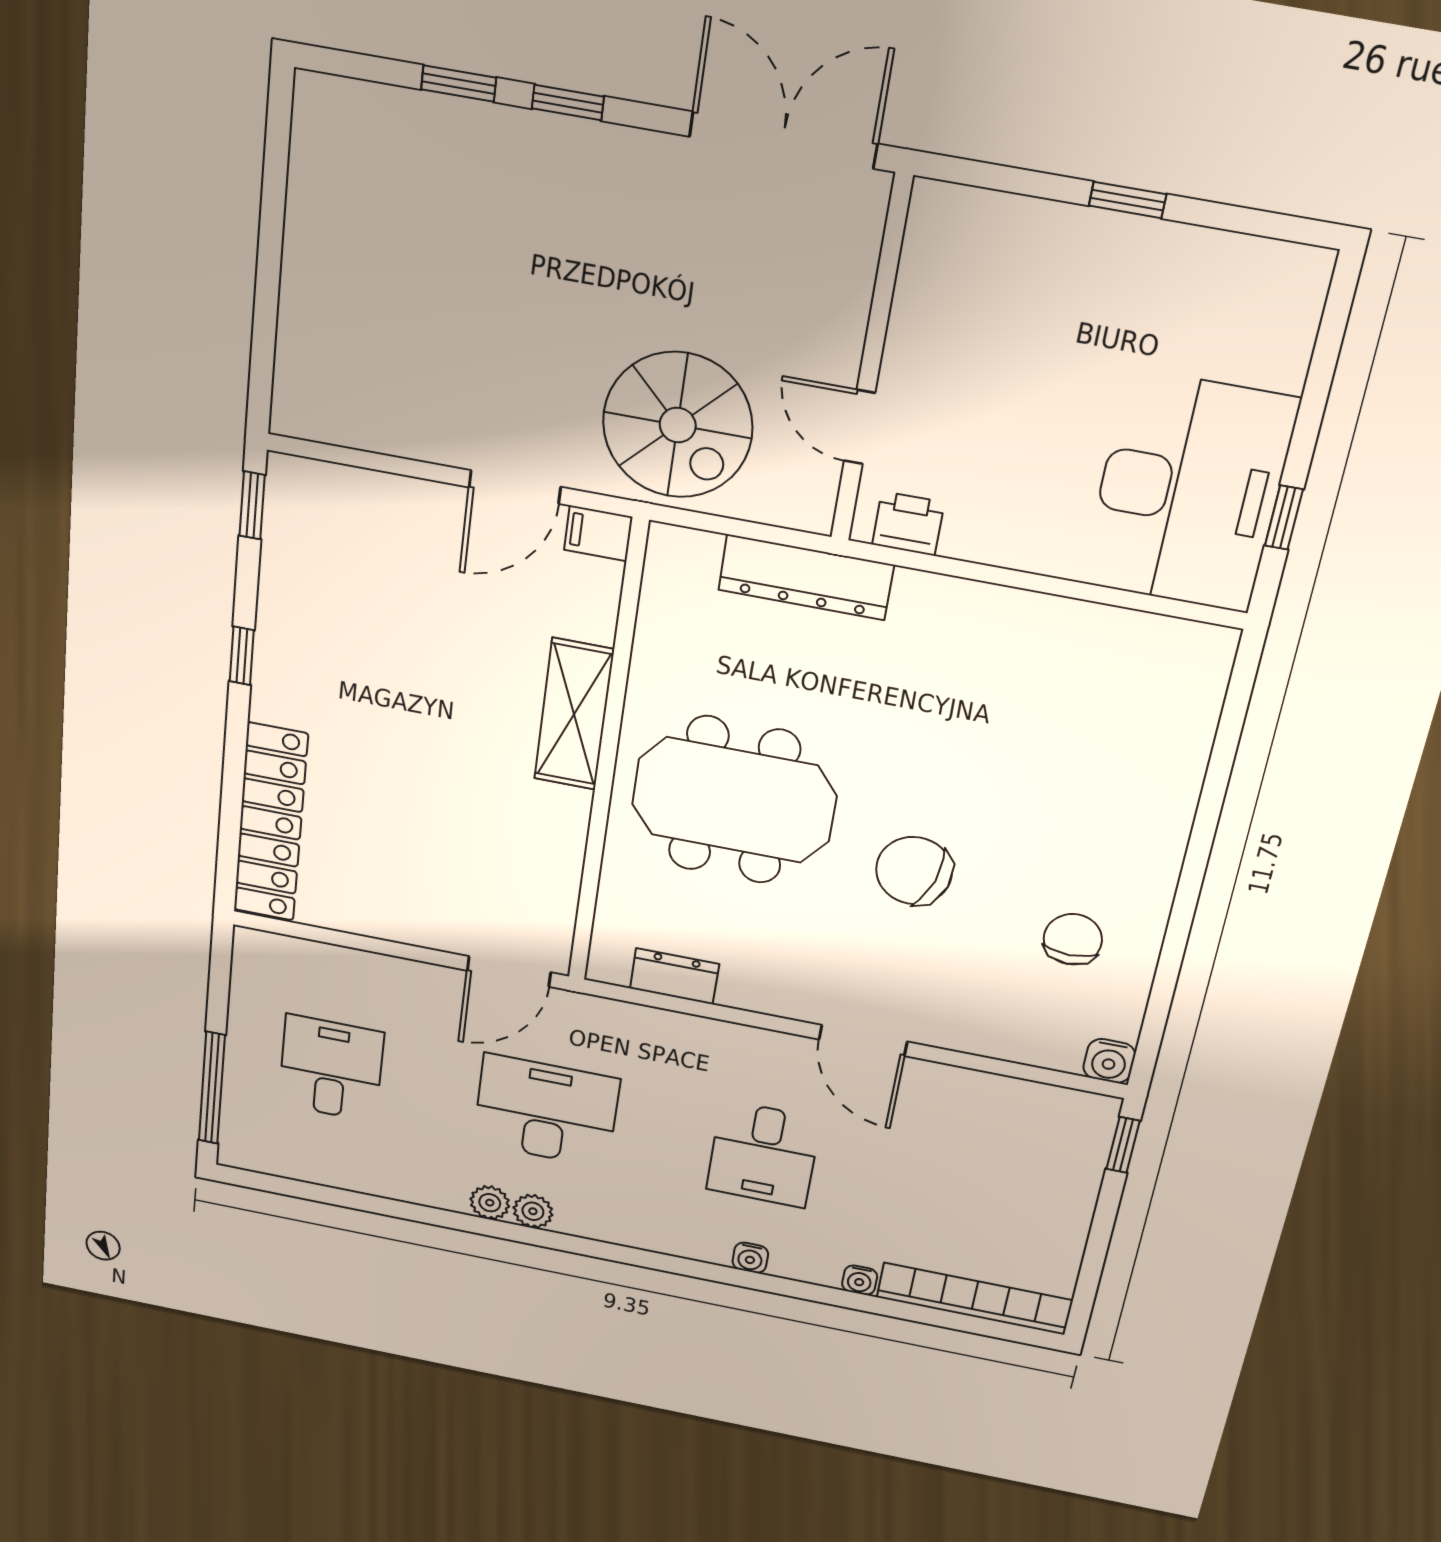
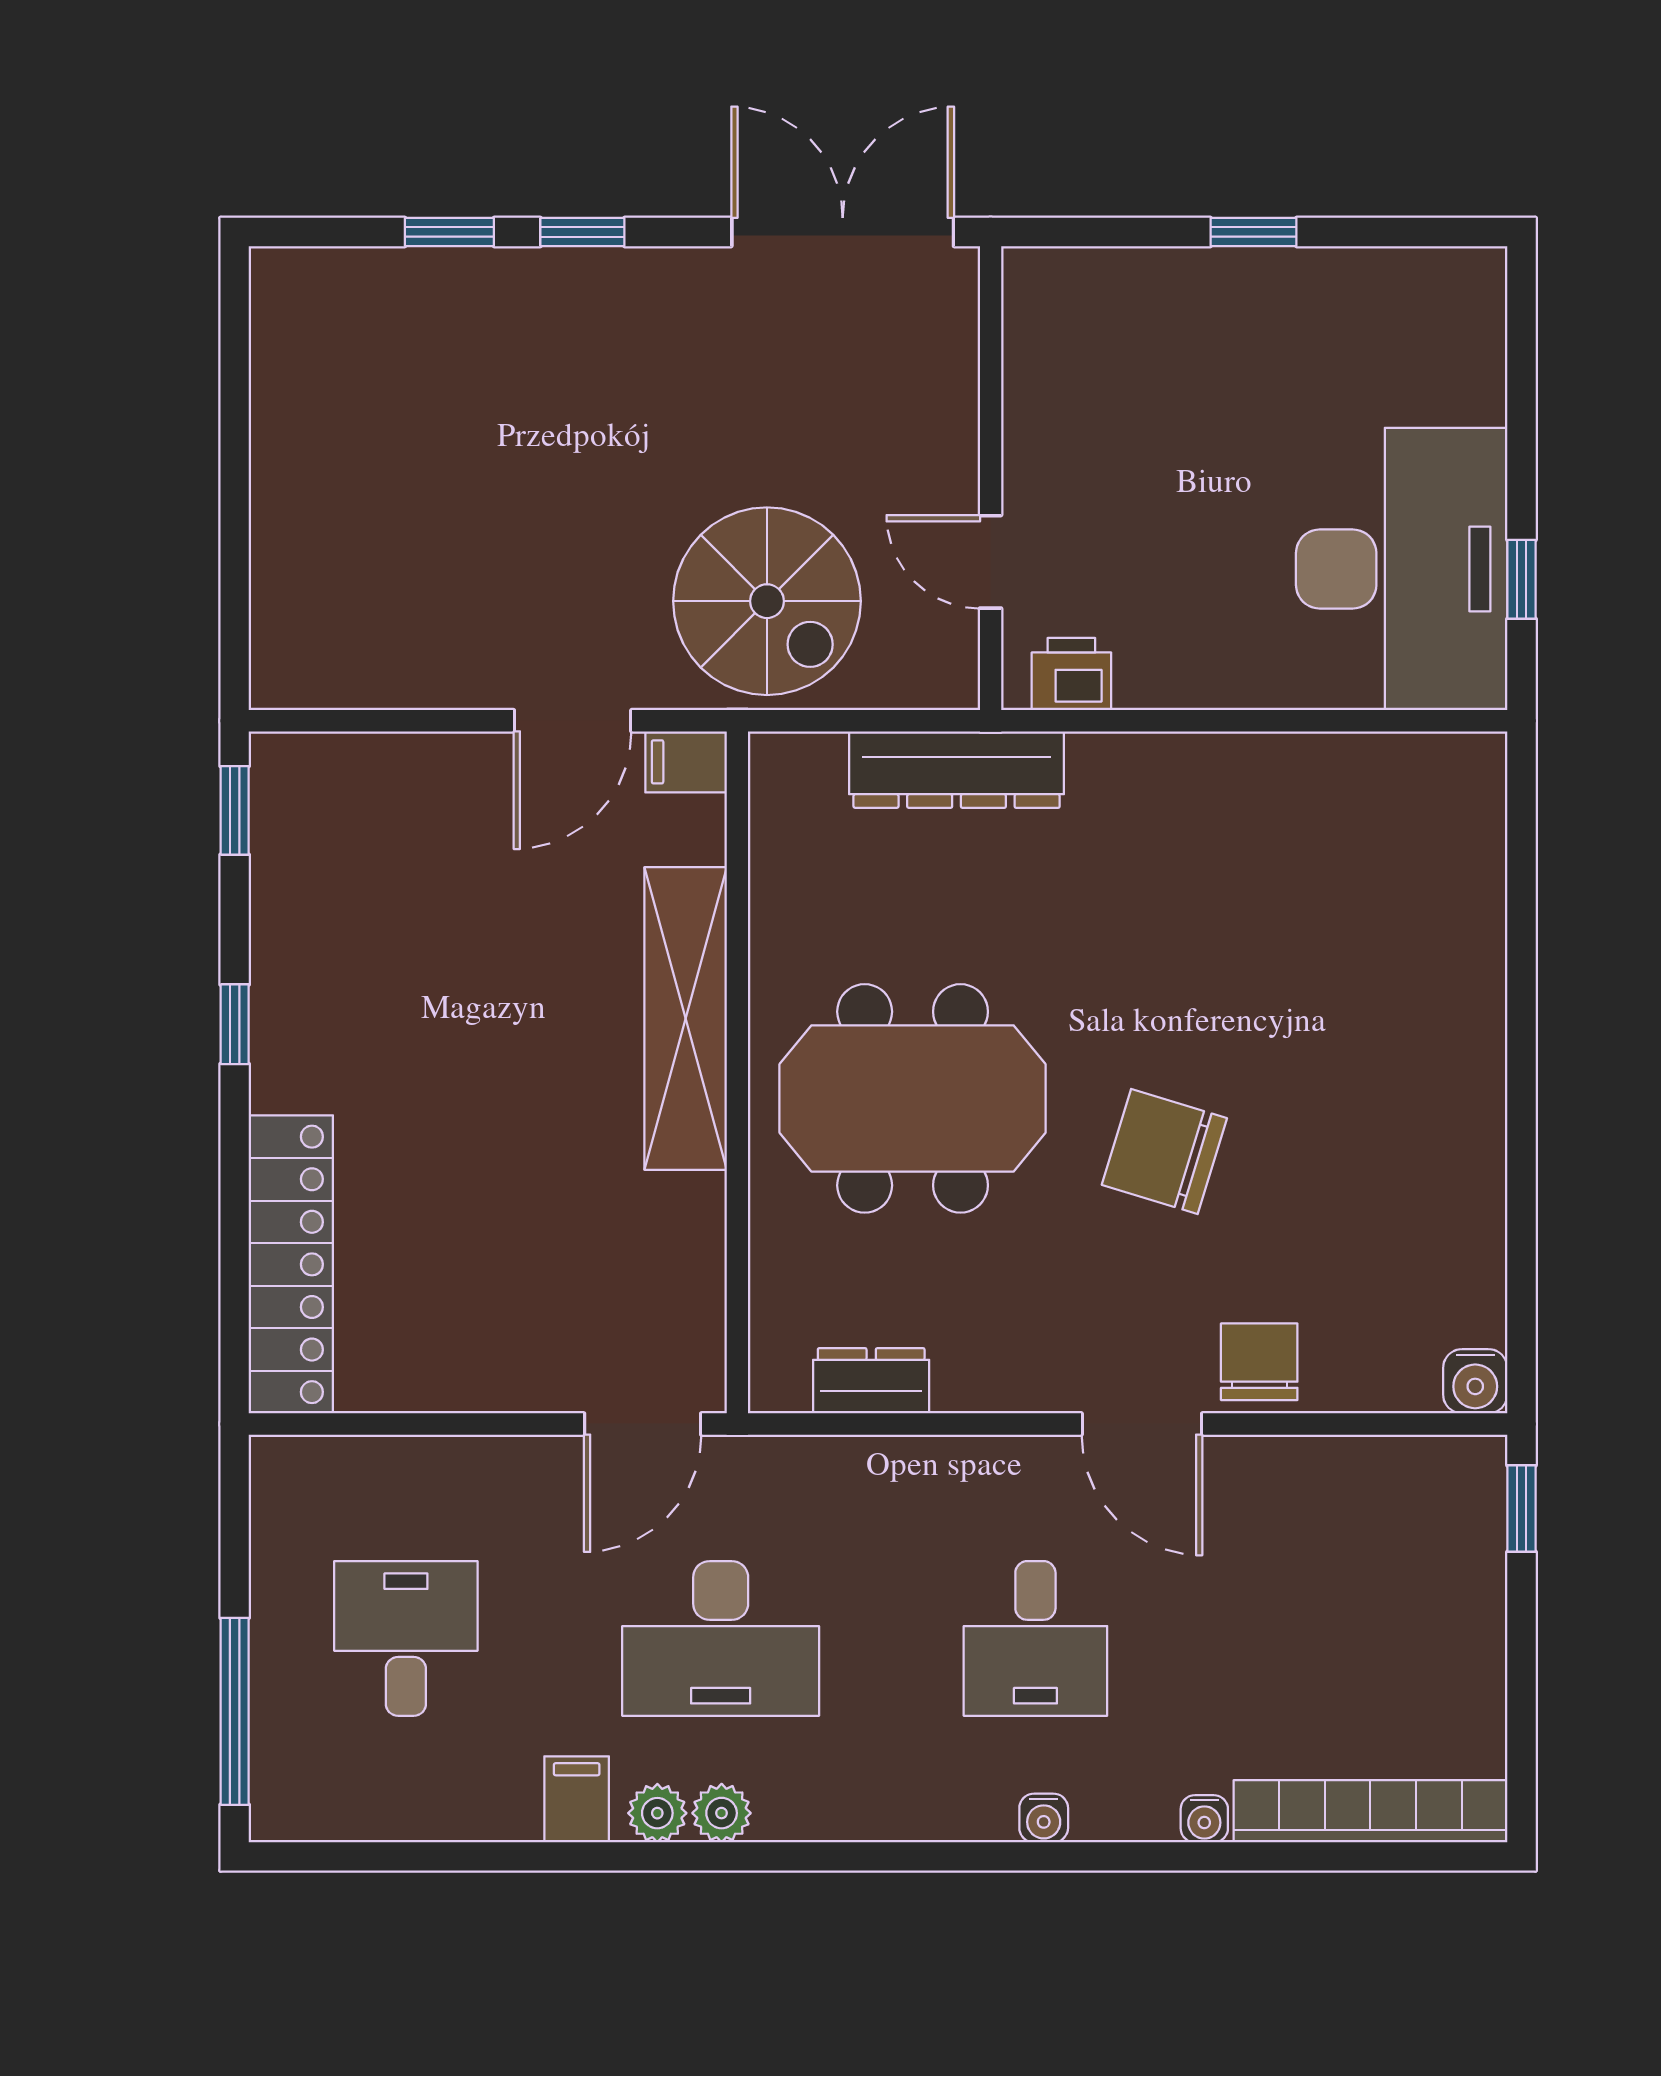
shelving: (574, 714) -> (686, 1019), width x1.47
chair: (1073, 939) -> (1259, 1362), moved
desk: (546, 1111) -> (721, 1638), turned 180
filing cabinet: (437, 1184) -> (577, 1799), added

